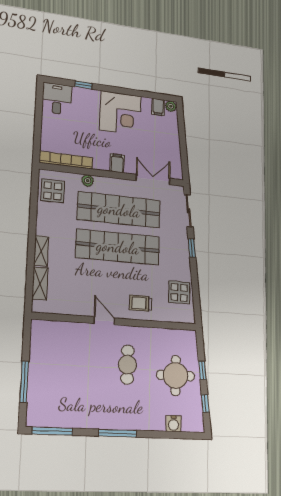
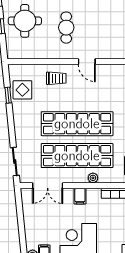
plant: (88, 181) -> (93, 178), moved
window: (192, 248) -> (8, 95), moved

